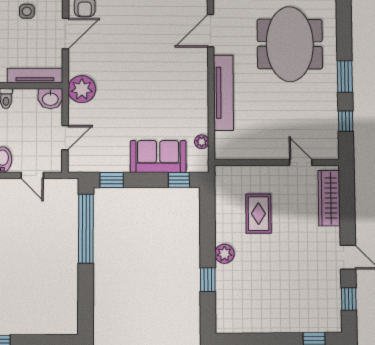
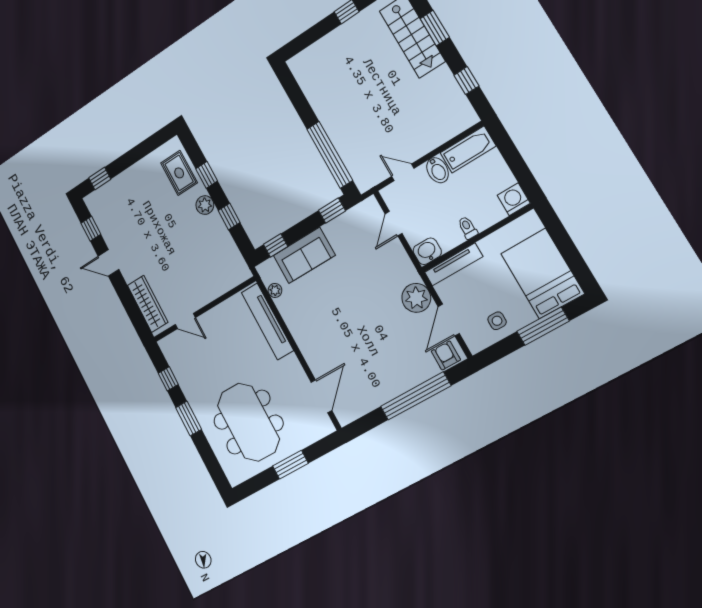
plant: (82, 89) -> (416, 298), moved
tv unit: (223, 93) -> (267, 321), moved
rug: (258, 214) -> (179, 173), moved
window: (207, 230) -> (229, 216), added

